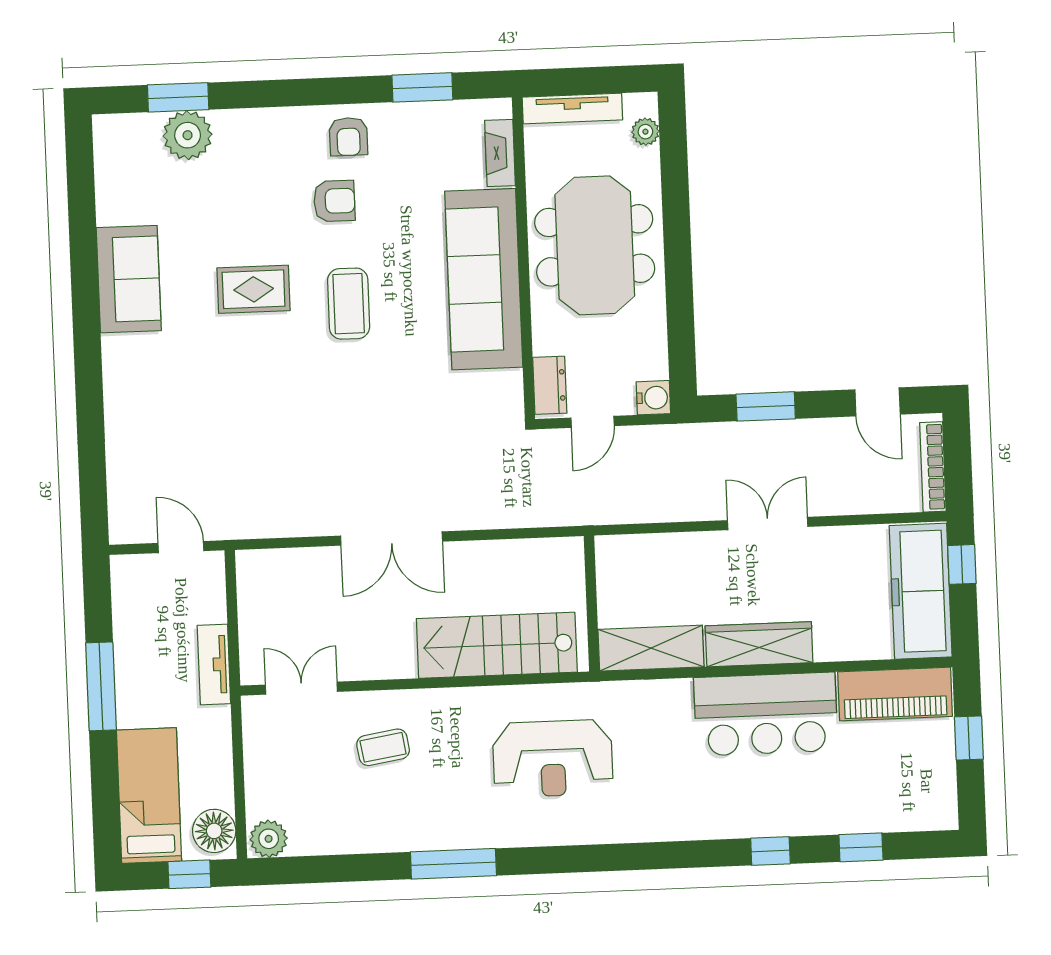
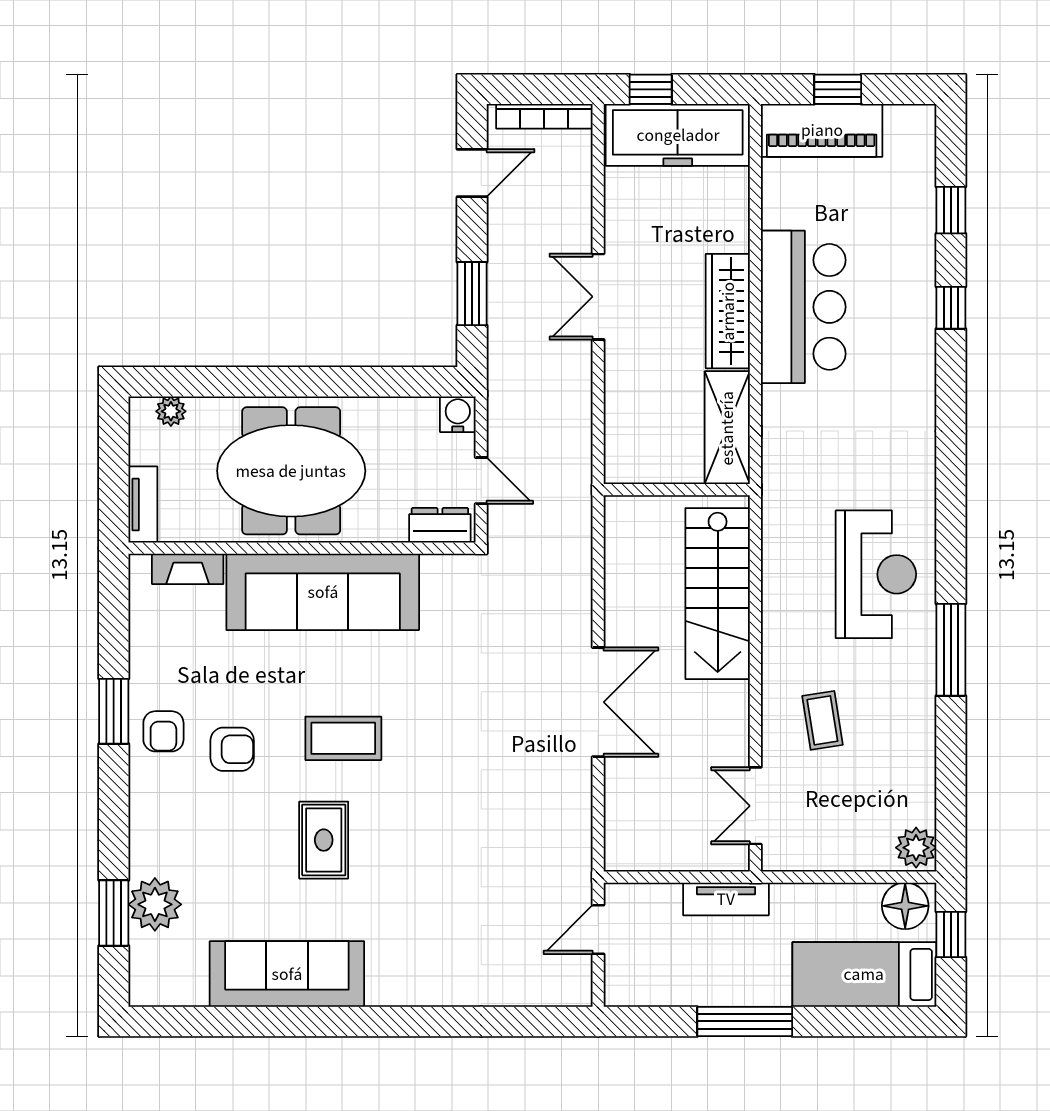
window: (422, 87) -> (114, 711), moved
tv unit: (572, 109) -> (143, 505), width x0.71
armchair: (348, 137) -> (163, 731), turned 90
armchair: (334, 201) -> (232, 749), turned 90
sofa: (129, 279) -> (287, 974), width x1.36
piano: (895, 694) -> (822, 130), moved, turned 90
reception desk: (553, 759) -> (876, 574), moved

